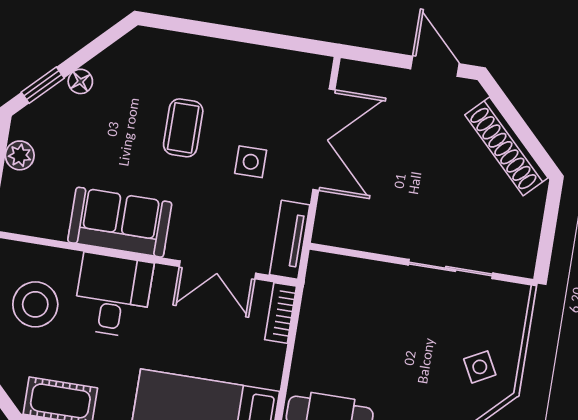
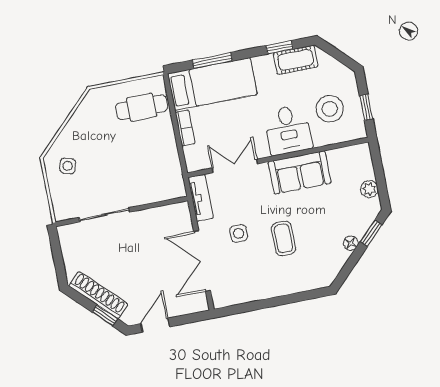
door: (435, 66) -> (155, 325), swing flipped
window: (508, 111) -> (105, 315), added
bookcase: (281, 313) -> (185, 128), moved
side table: (480, 367) -> (68, 166), turned 45

